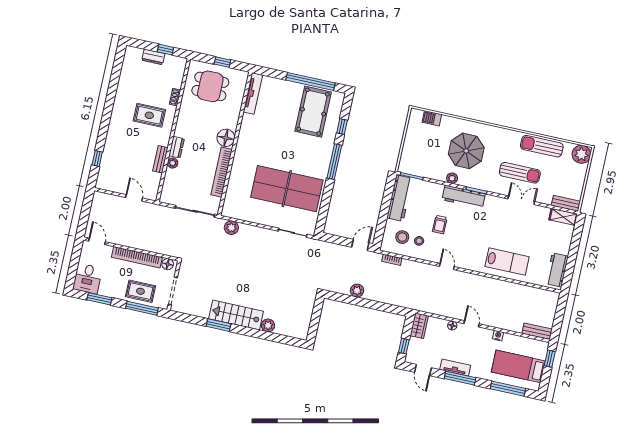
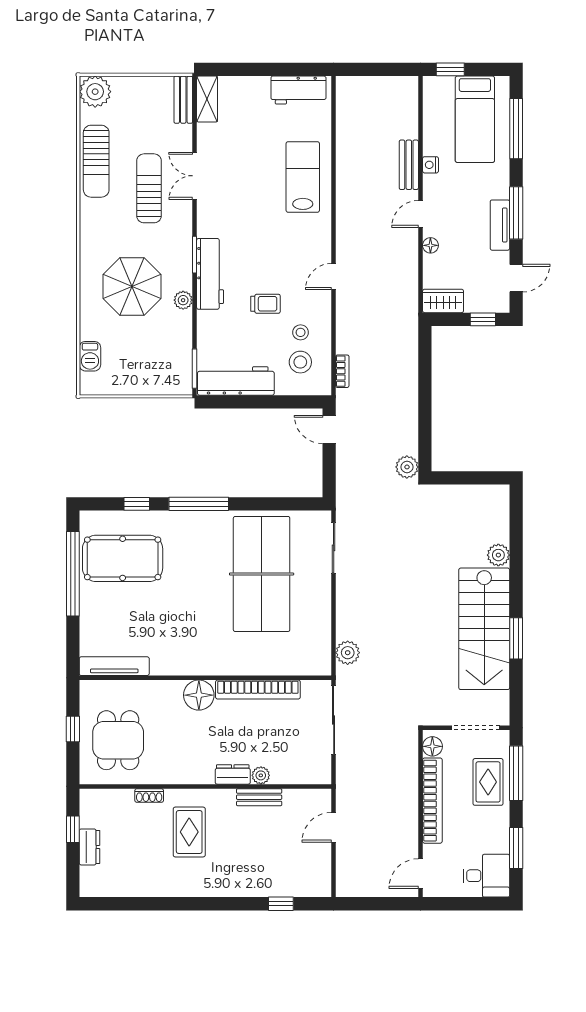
plant: (357, 291) -> (407, 467), moved
stairs: (236, 315) -> (484, 629), width x1.36, depth x1.51
bench: (537, 331) -> (409, 165), moved

